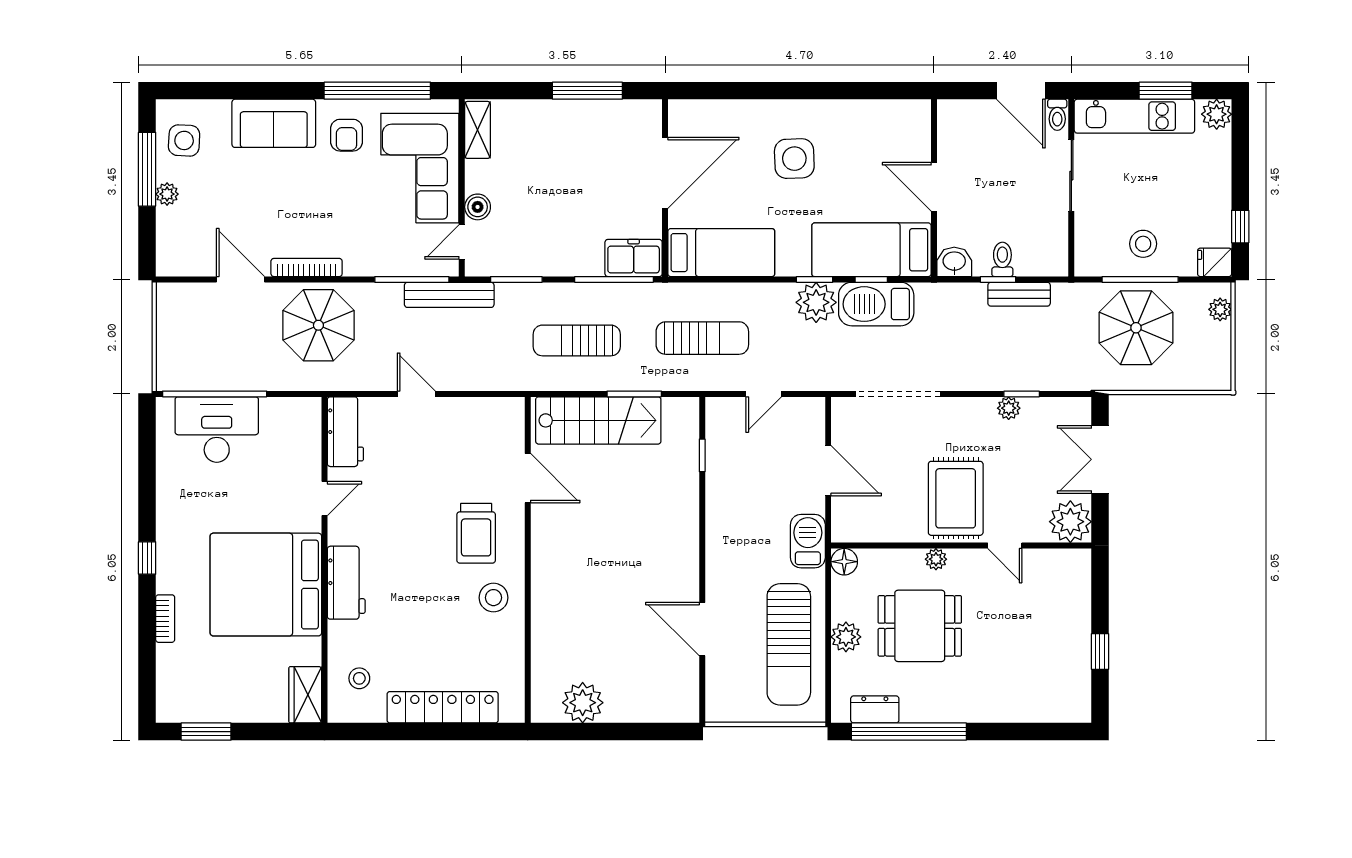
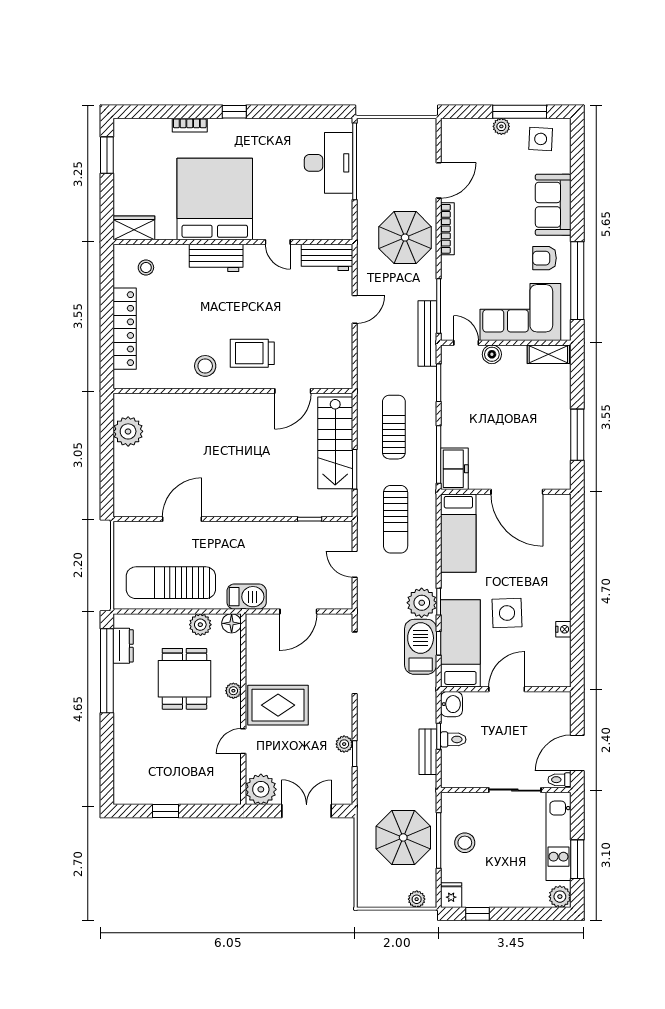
nightstand: (852, 109) -> (563, 629), added
side table: (794, 159) -> (507, 613), moved
plant: (846, 637) -> (200, 625), moved

